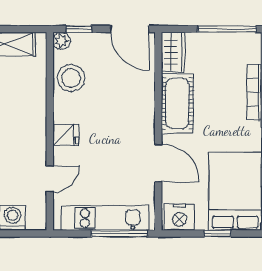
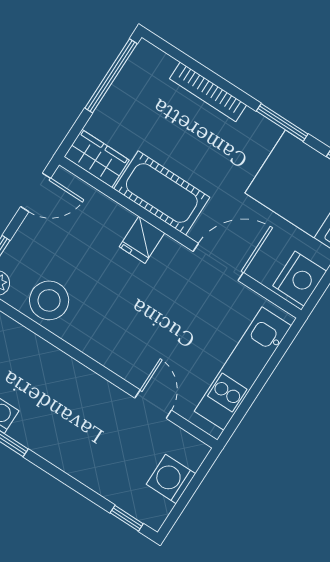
door: (130, 29) -> (36, 192), width x0.73
fridge: (66, 135) -> (142, 240), moved, turned 180
window: (119, 233) -> (273, 363), removed

